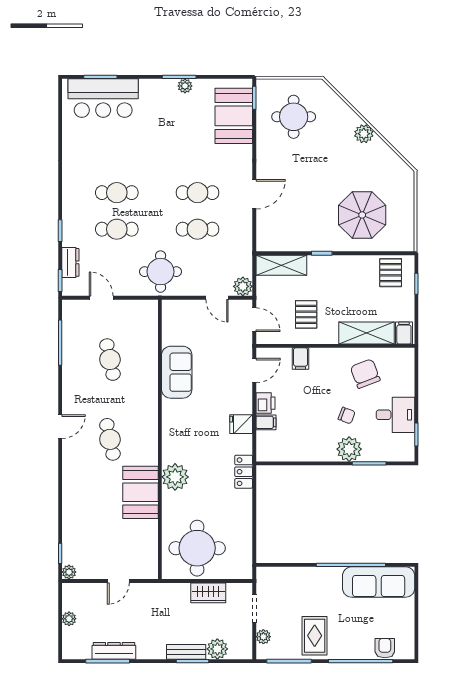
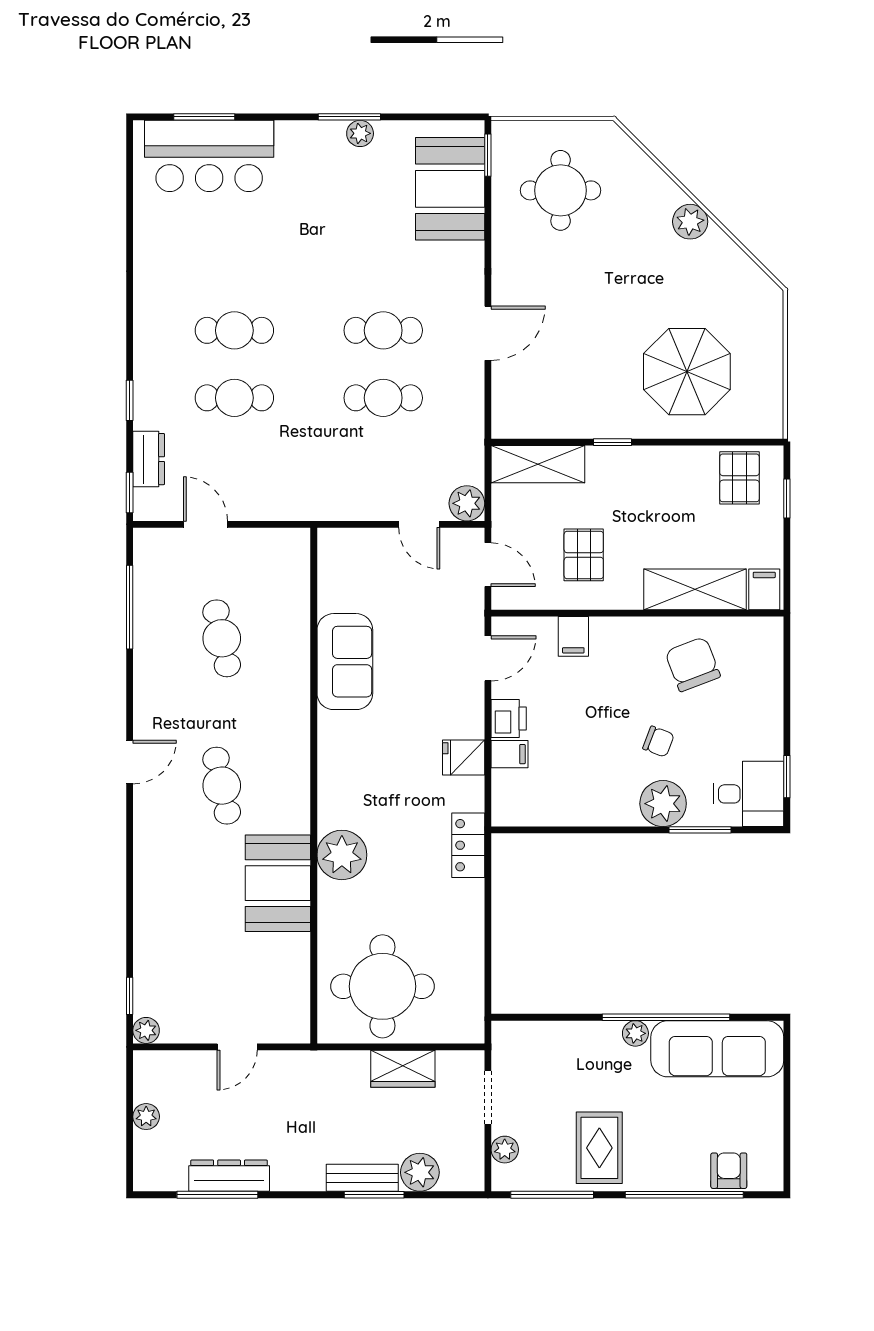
round table: (161, 272) -> (315, 476), removed
desk: (395, 415) -> (748, 794), moved
plant: (334, 574) -> (635, 1033), added

